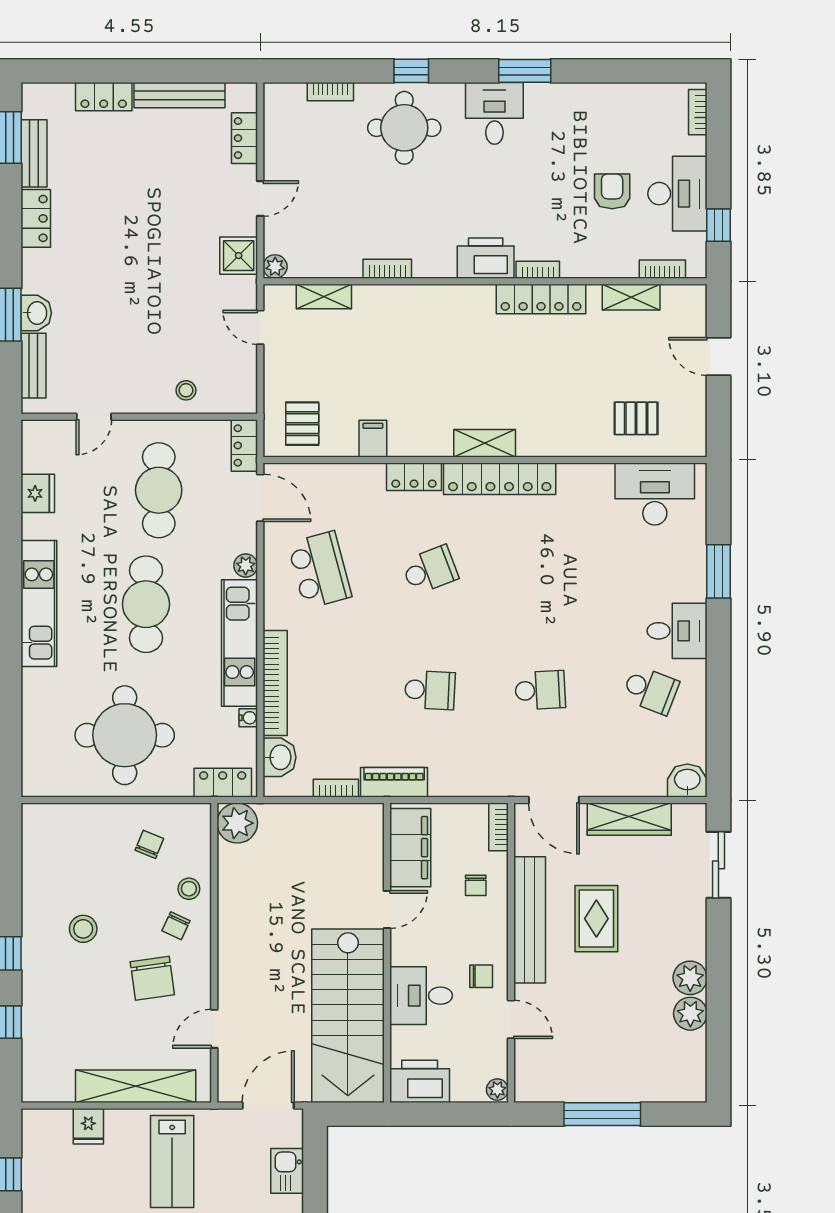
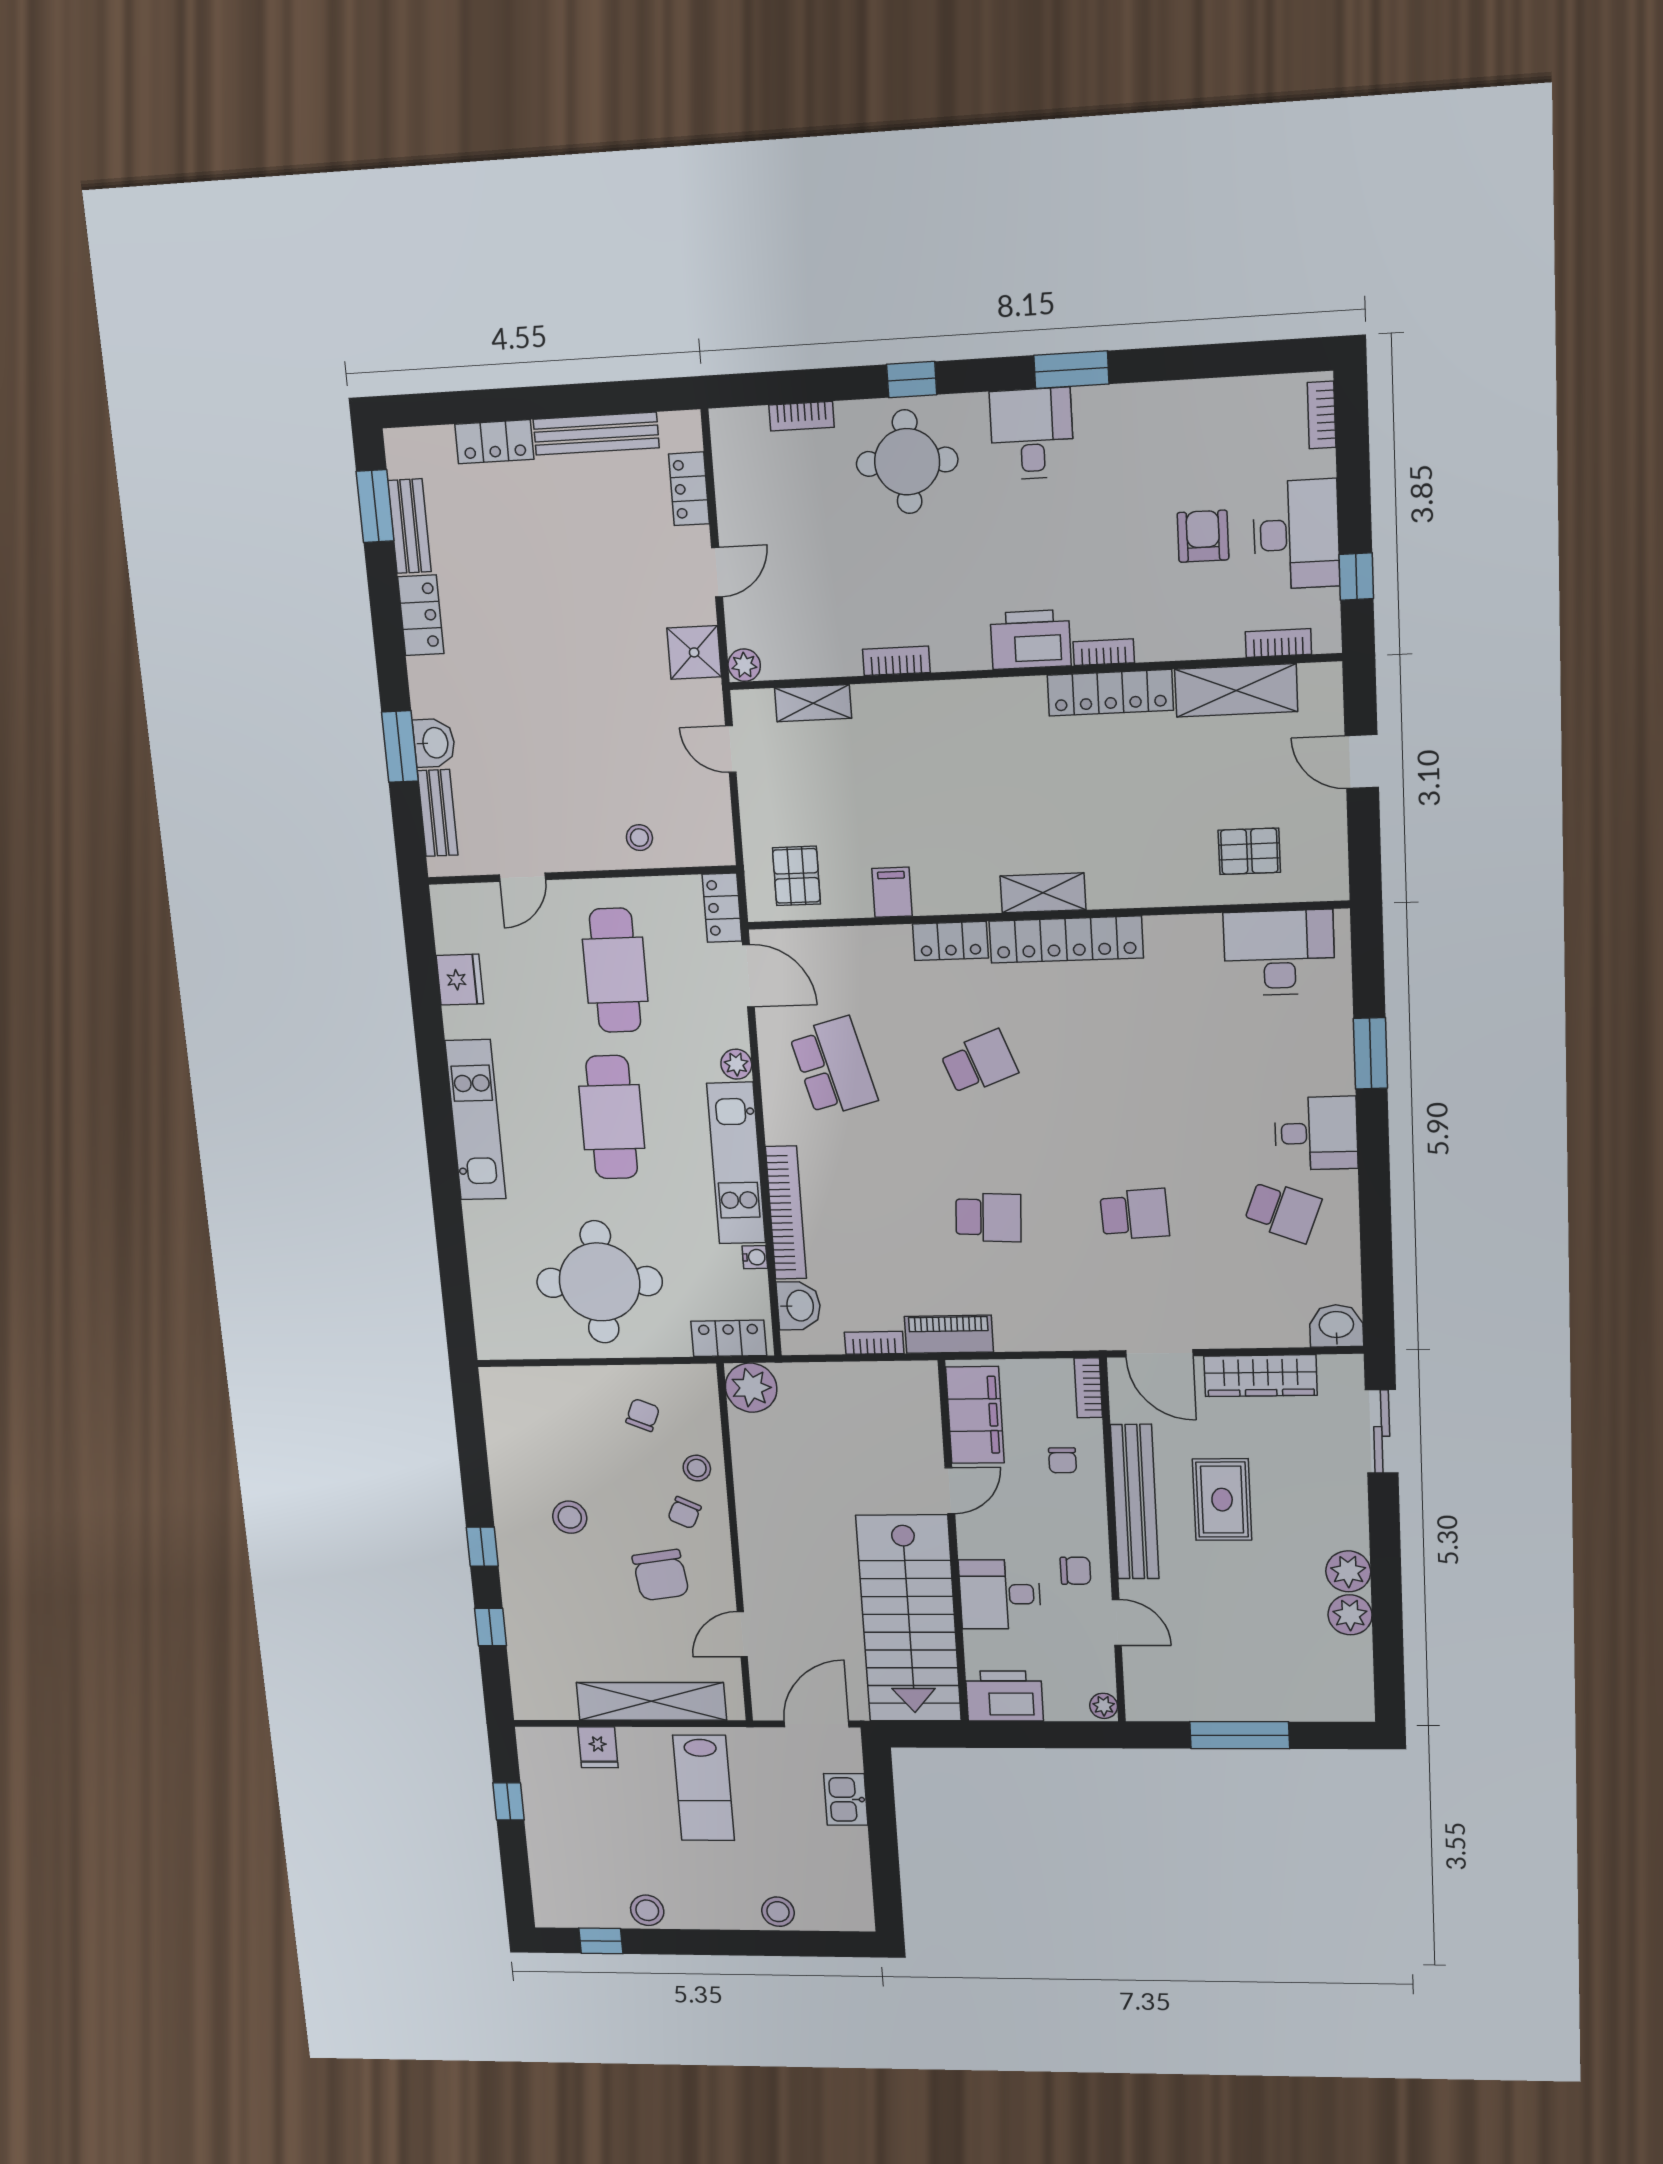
shelving: (631, 297) -> (1236, 690), width x1.50, depth x1.33

